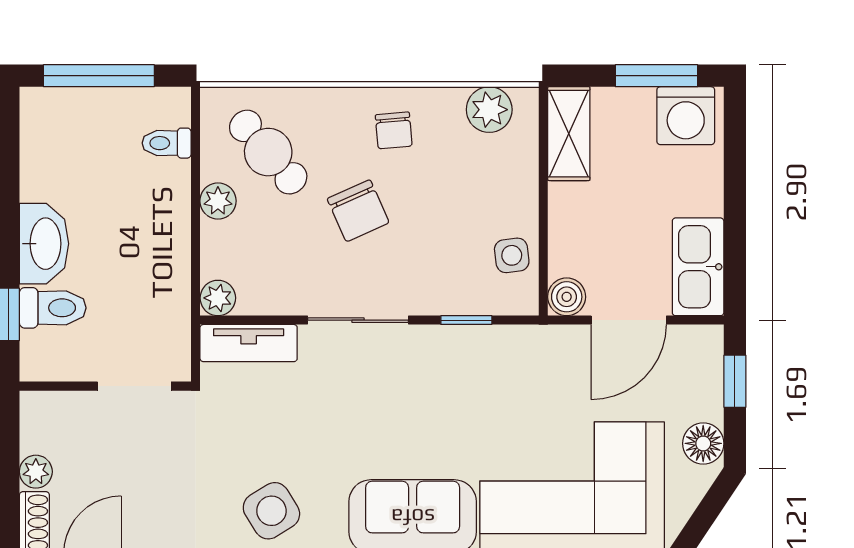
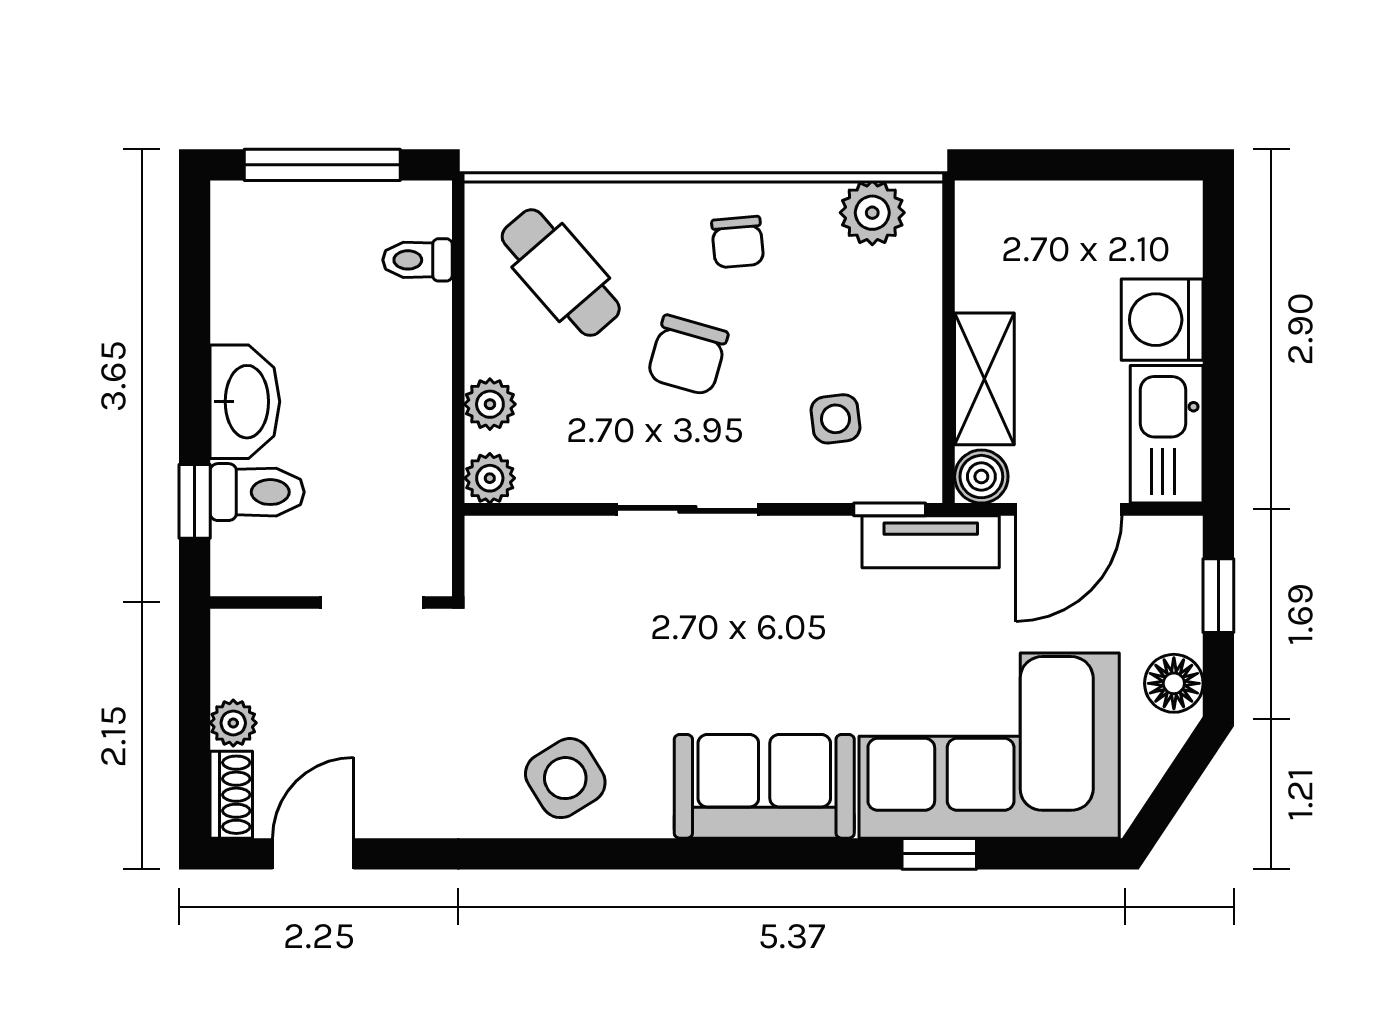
window: (656, 76) -> (1108, 165), removed
washing machine: (686, 116) -> (1162, 320), moved, turned 90
shelving: (569, 134) -> (984, 379), moved
plant: (218, 201) -> (490, 404), moved
chair: (358, 211) -> (688, 355), turned 40
side table: (512, 255) -> (835, 419), moved
window: (466, 320) -> (890, 509), moved
tv unit: (249, 343) -> (931, 542), moved

